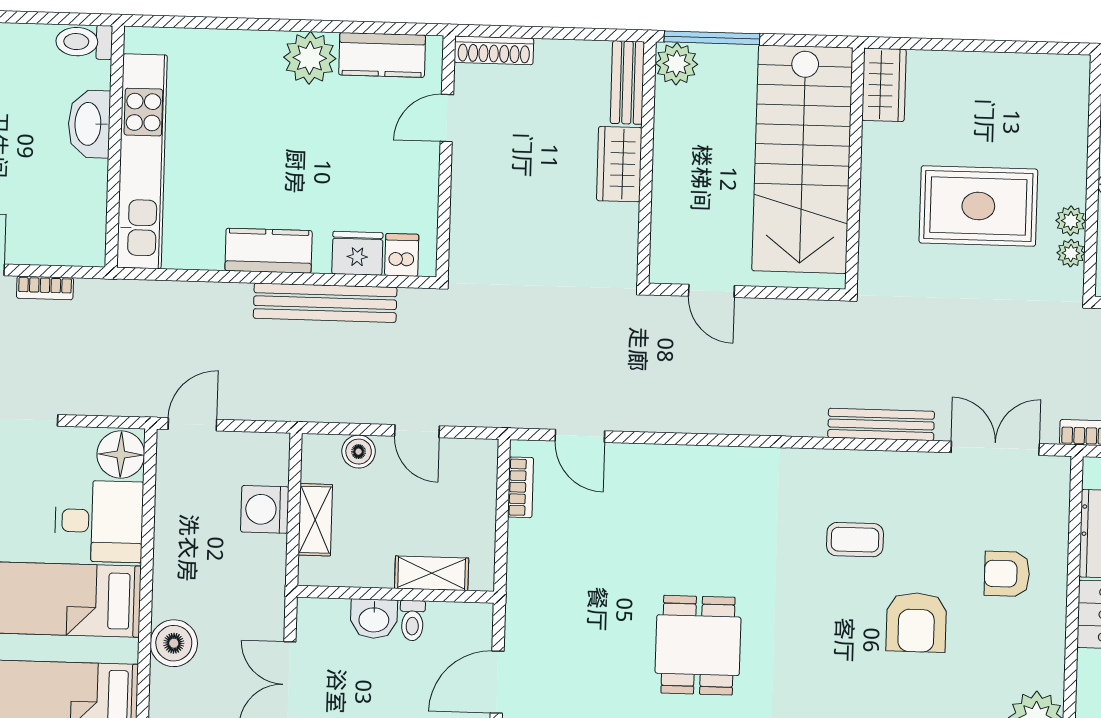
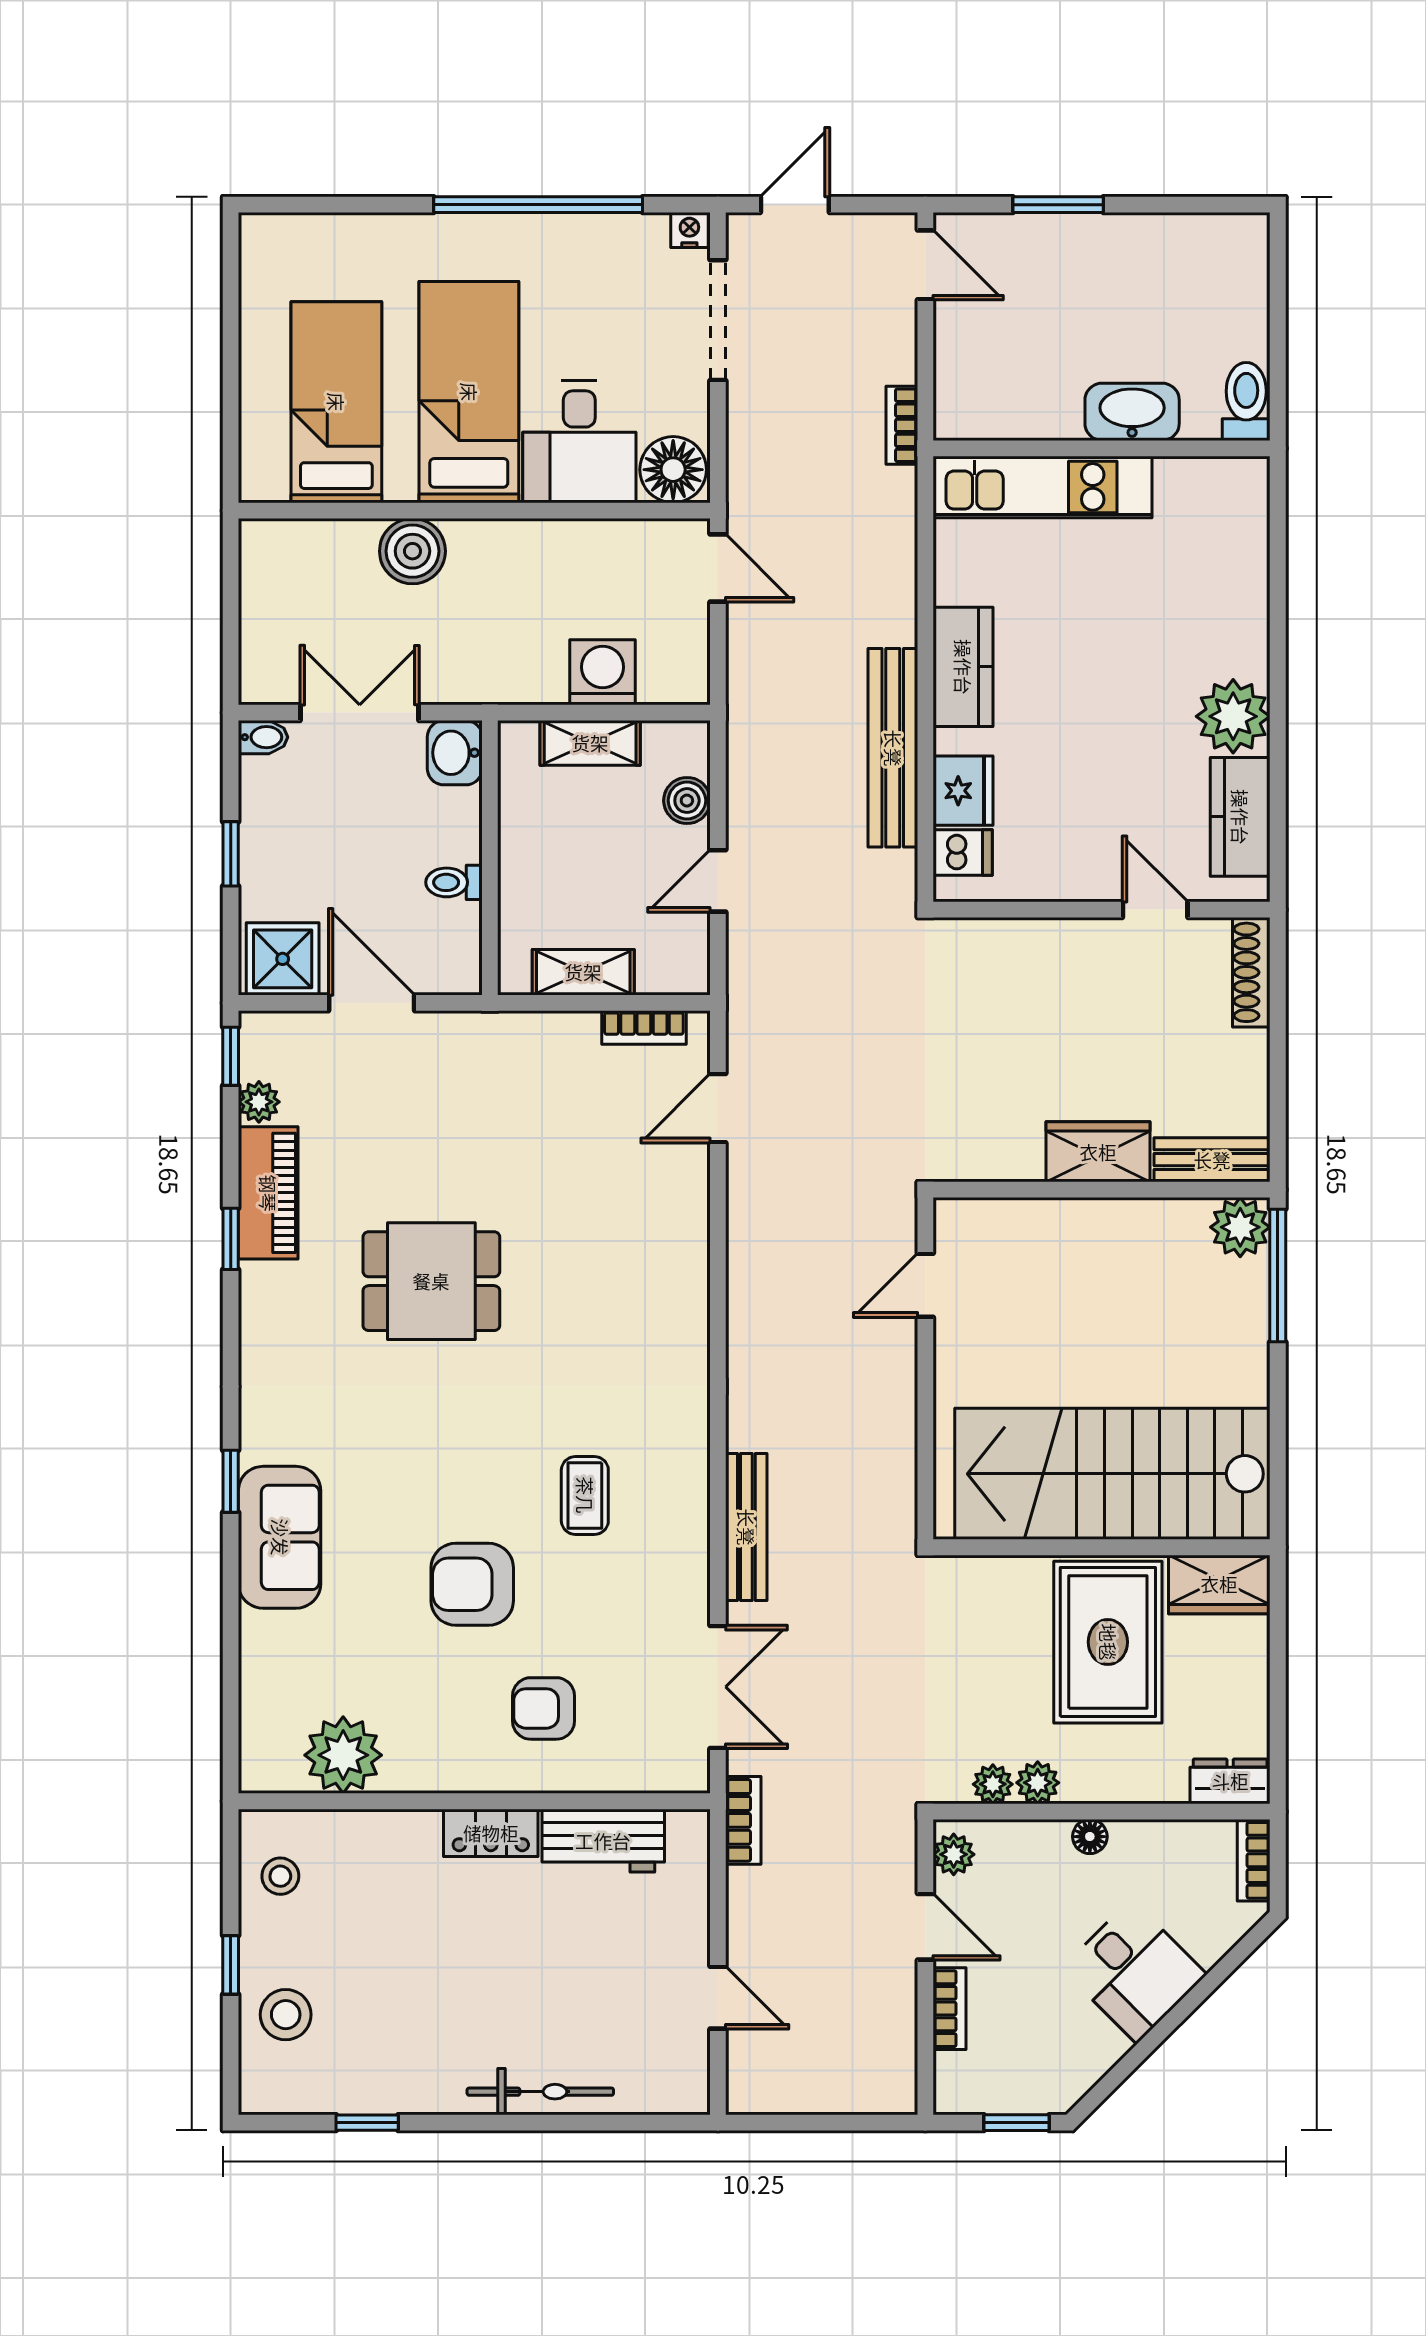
dresser: (1074, 83) -> (1230, 1781), added
wardrobe: (884, 85) -> (1219, 1584), moved
stairs: (802, 159) -> (1112, 1474), moved
kitchen unit: (142, 161) -> (1042, 487), width x0.73
wall: (855, 169) -> (1102, 1547), moved
rug: (978, 206) -> (1108, 1642), moved
bookcase: (45, 288) -> (902, 425), moved
shelving: (432, 573) -> (583, 972), moved, turned 90
armchair: (1007, 574) -> (544, 1708), turned -90
washbasin: (374, 619) -> (455, 753), moved

